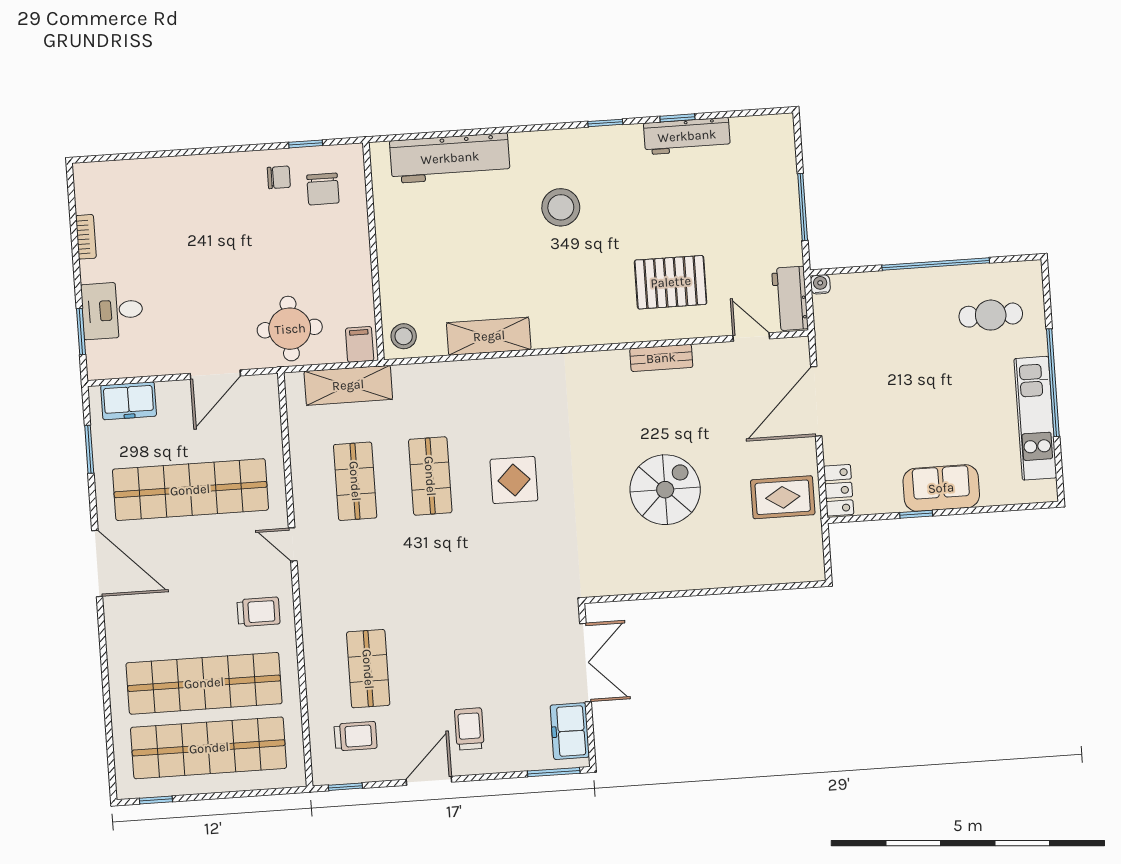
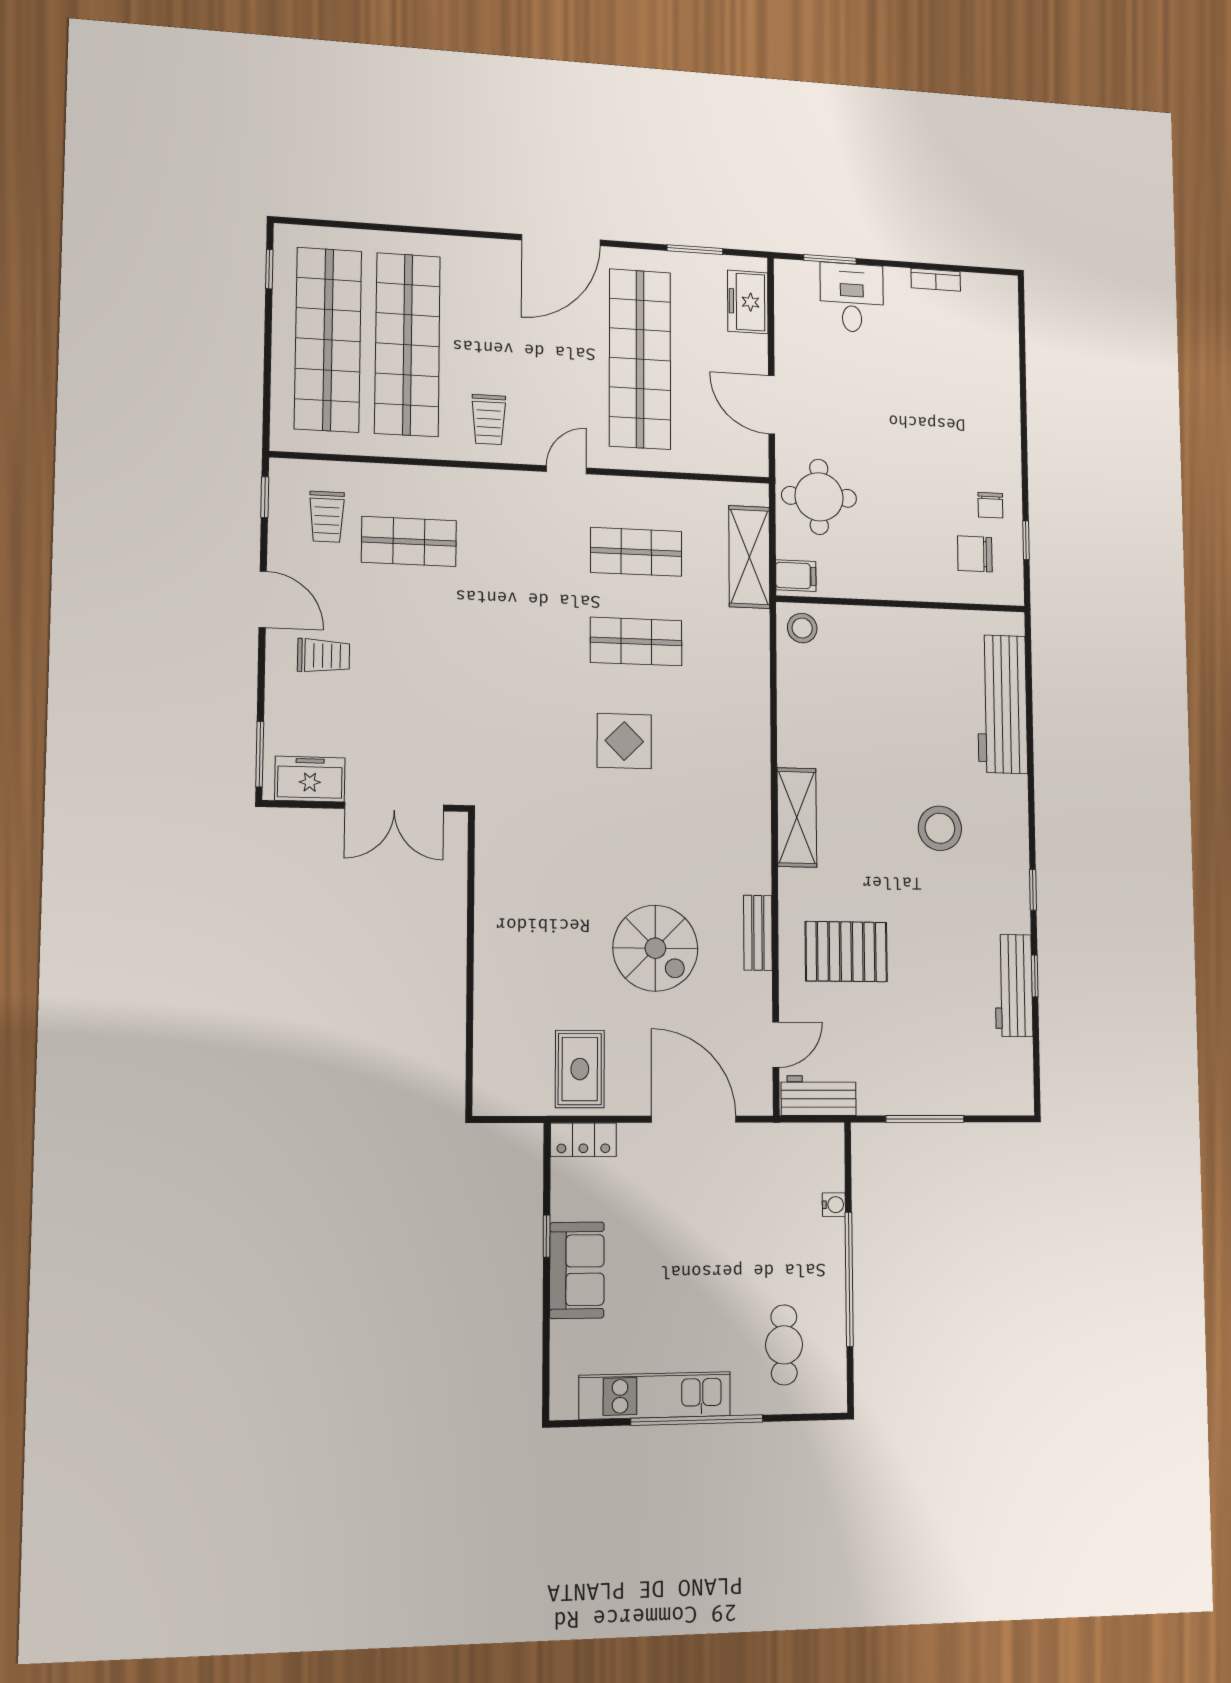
pallet: (671, 282) -> (846, 952), turned 90
water cooler: (820, 284) -> (834, 1205), moved
shelving: (489, 336) -> (797, 817), moved
spiral stairs: (665, 490) -> (655, 948), moved

